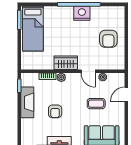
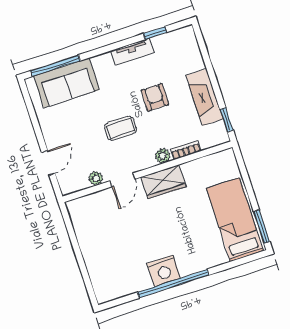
armchair: (108, 39) -> (107, 244), removed
door: (88, 71) -> (123, 180), swing flipped
coffee table: (96, 104) -> (120, 128), moved

